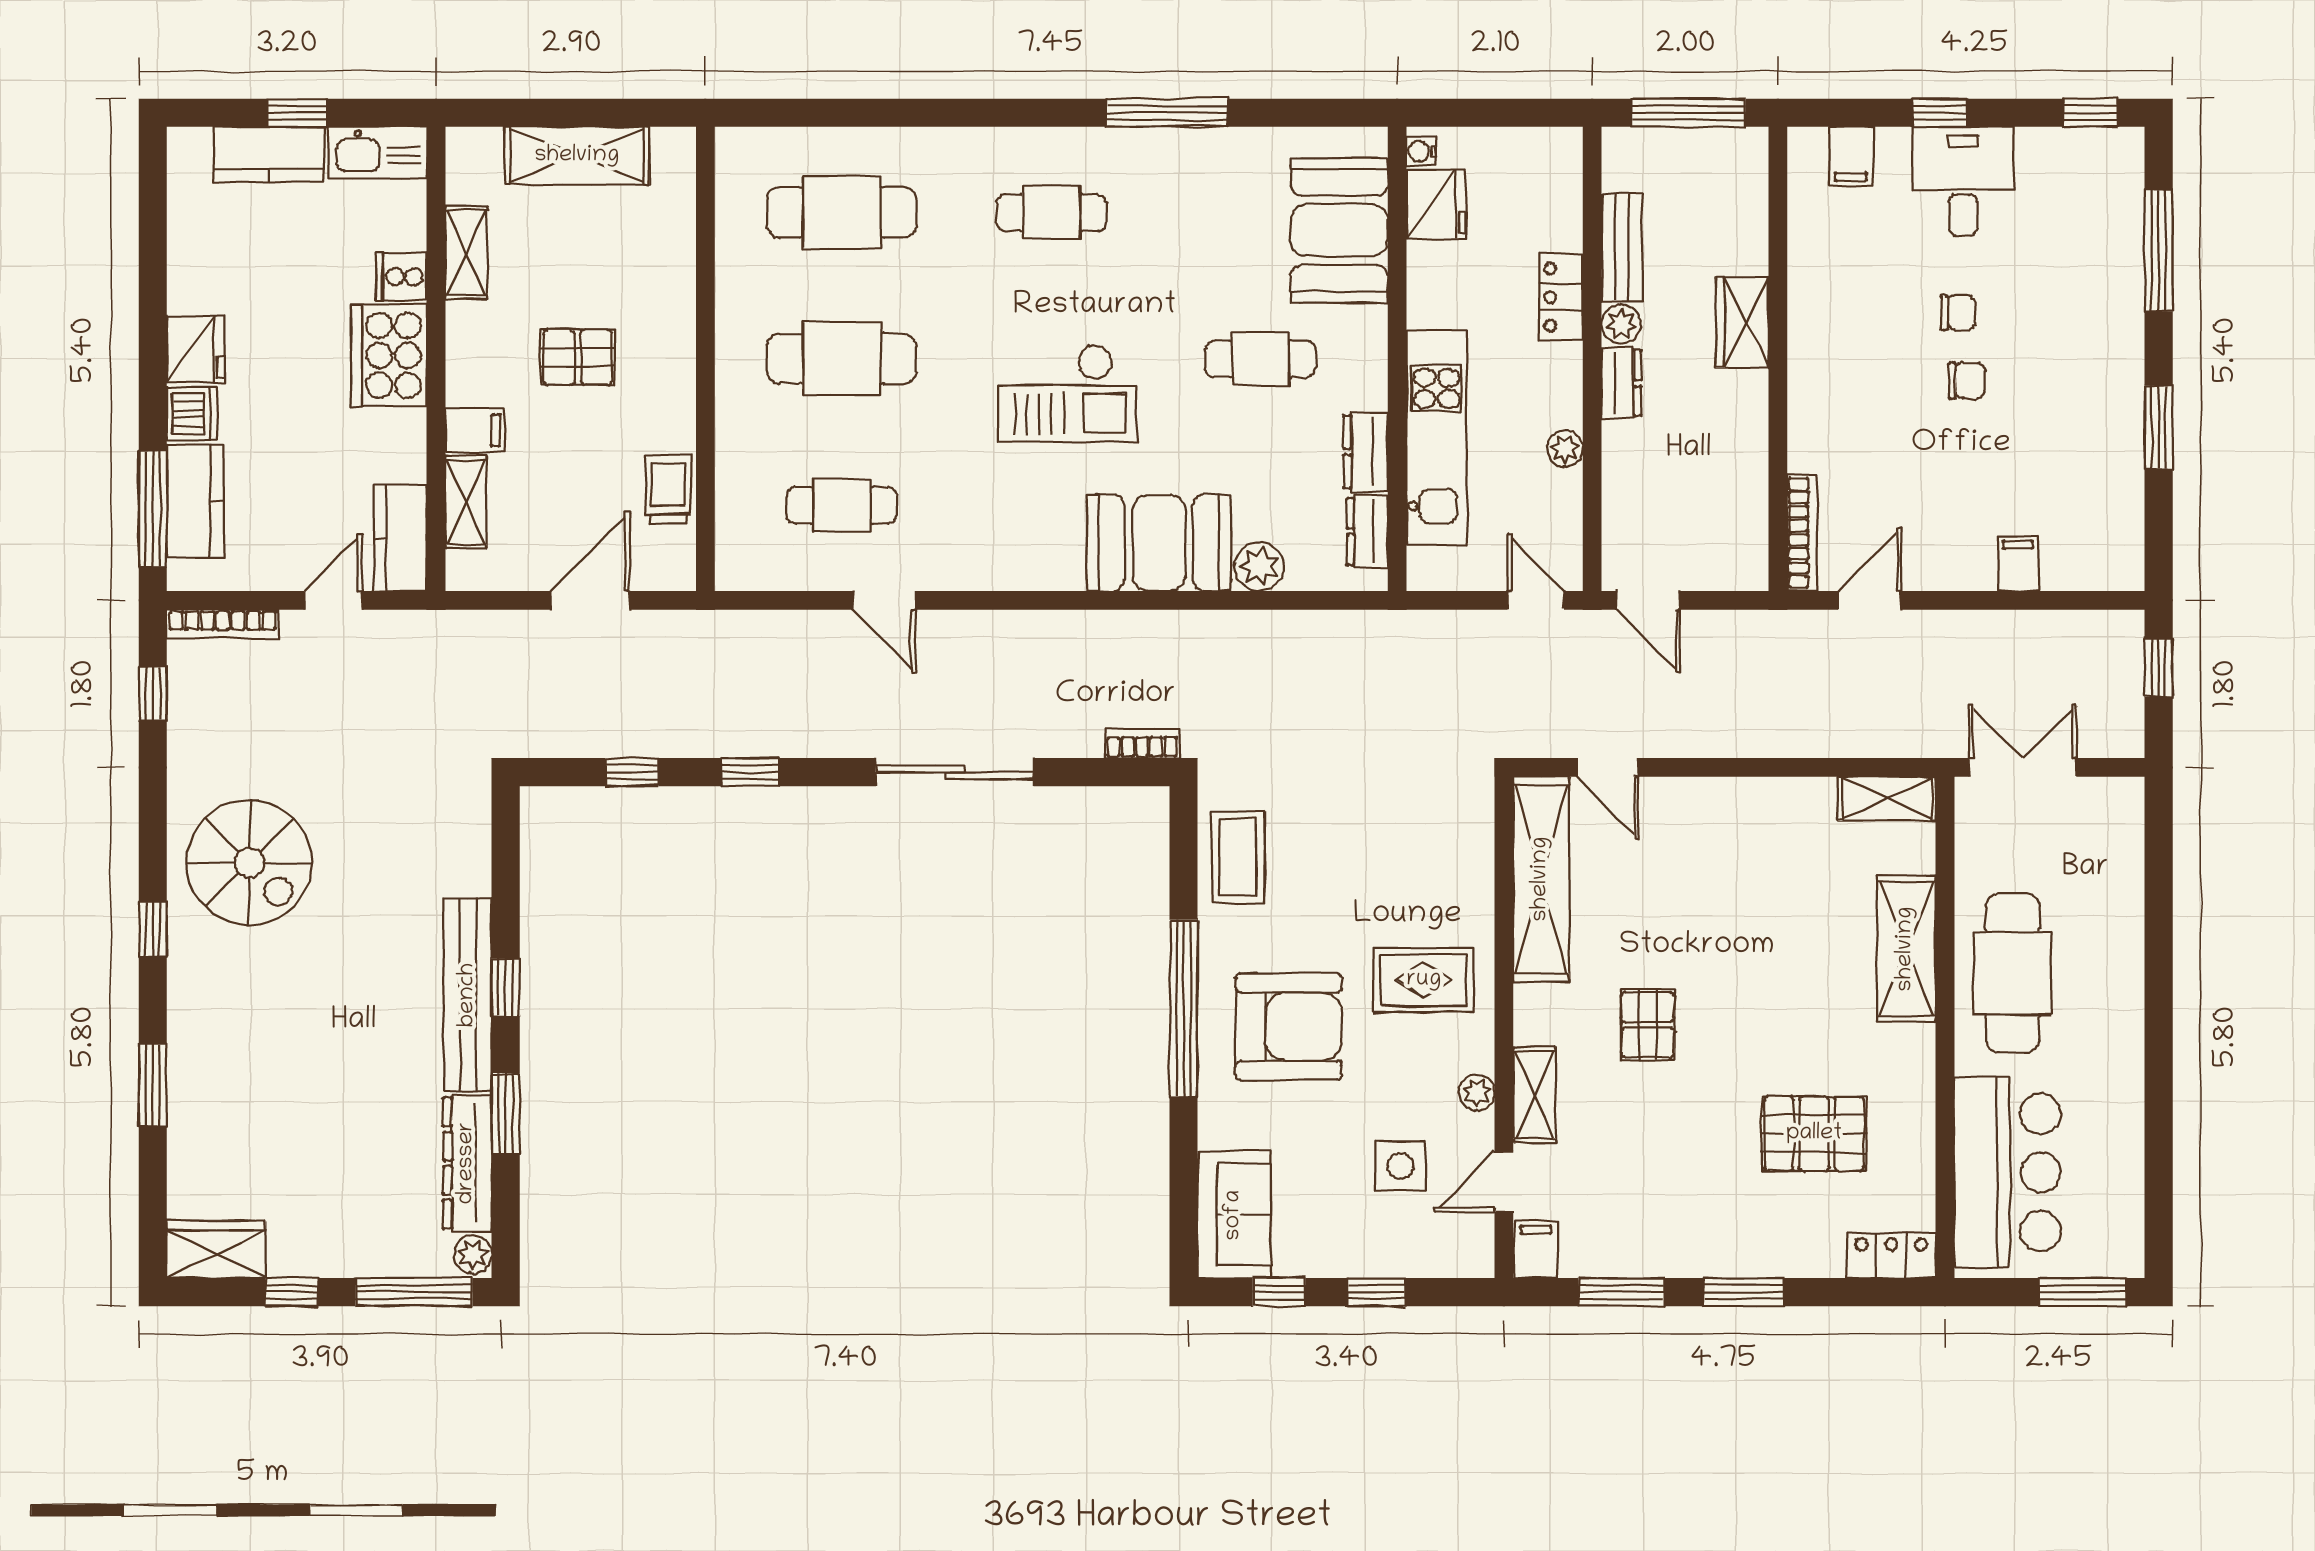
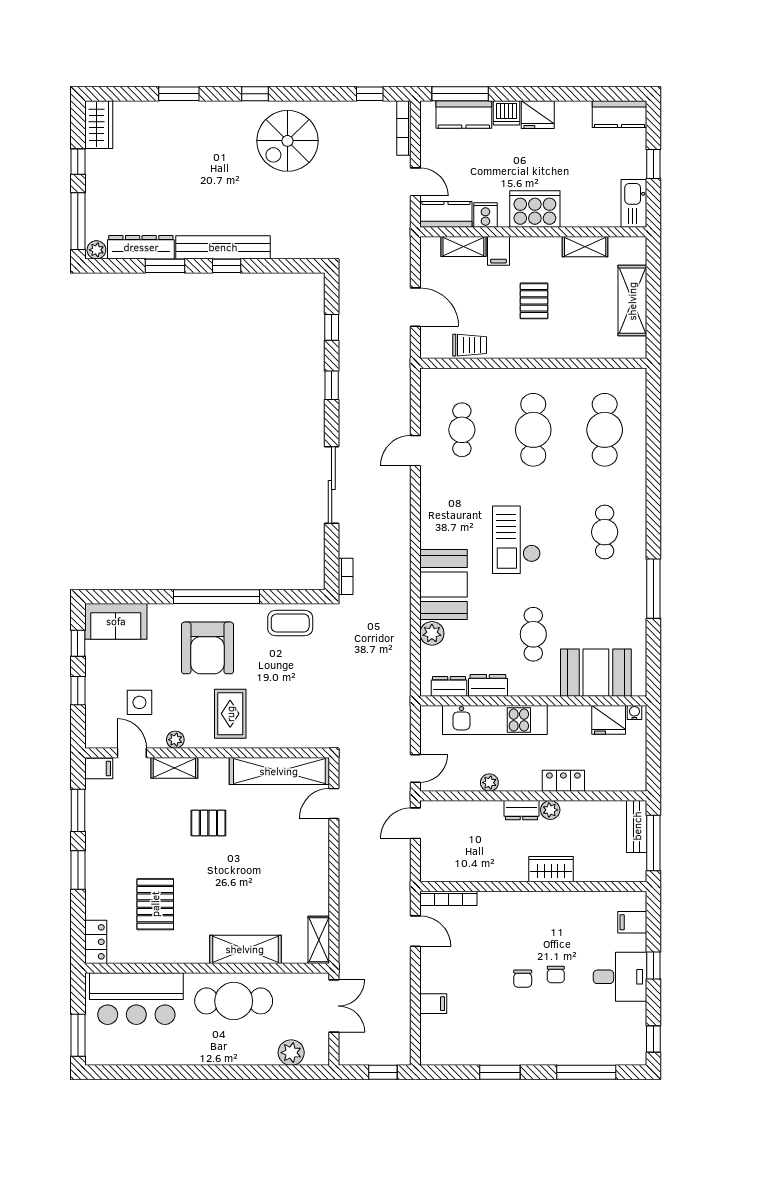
kitchen counter: (269, 154) -> (619, 114), moved, turned -90
bench: (1622, 247) -> (637, 826), moved, turned 90
cooker: (401, 277) -> (485, 215), moved
plant: (2118, 855) -> (291, 1053), added

